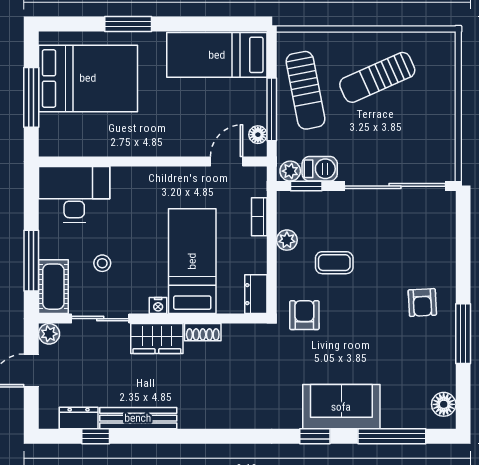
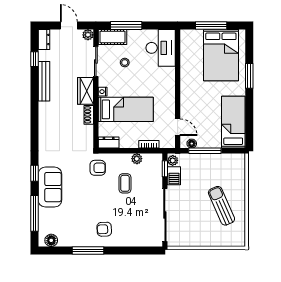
sun lounger: (305, 90) -> (215, 168), removed
dresser: (79, 418) -> (44, 39), moved

